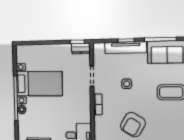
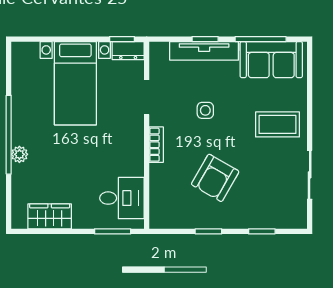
bed with nightstands: (39, 84) -> (75, 83), moved, turned 90

